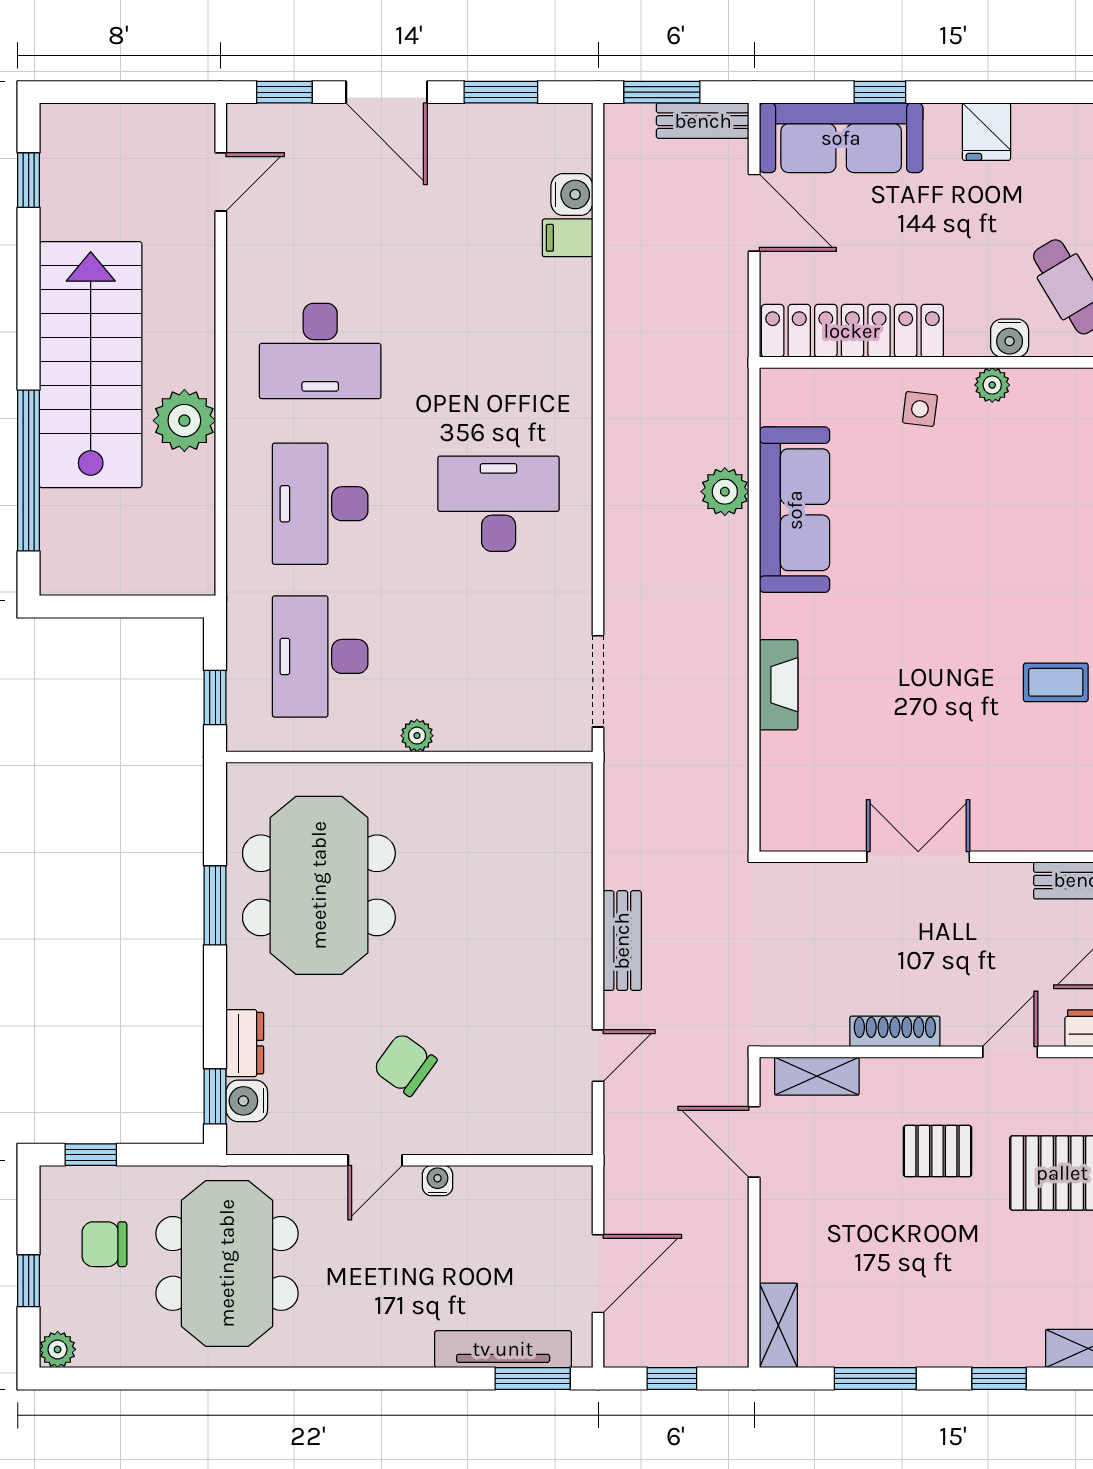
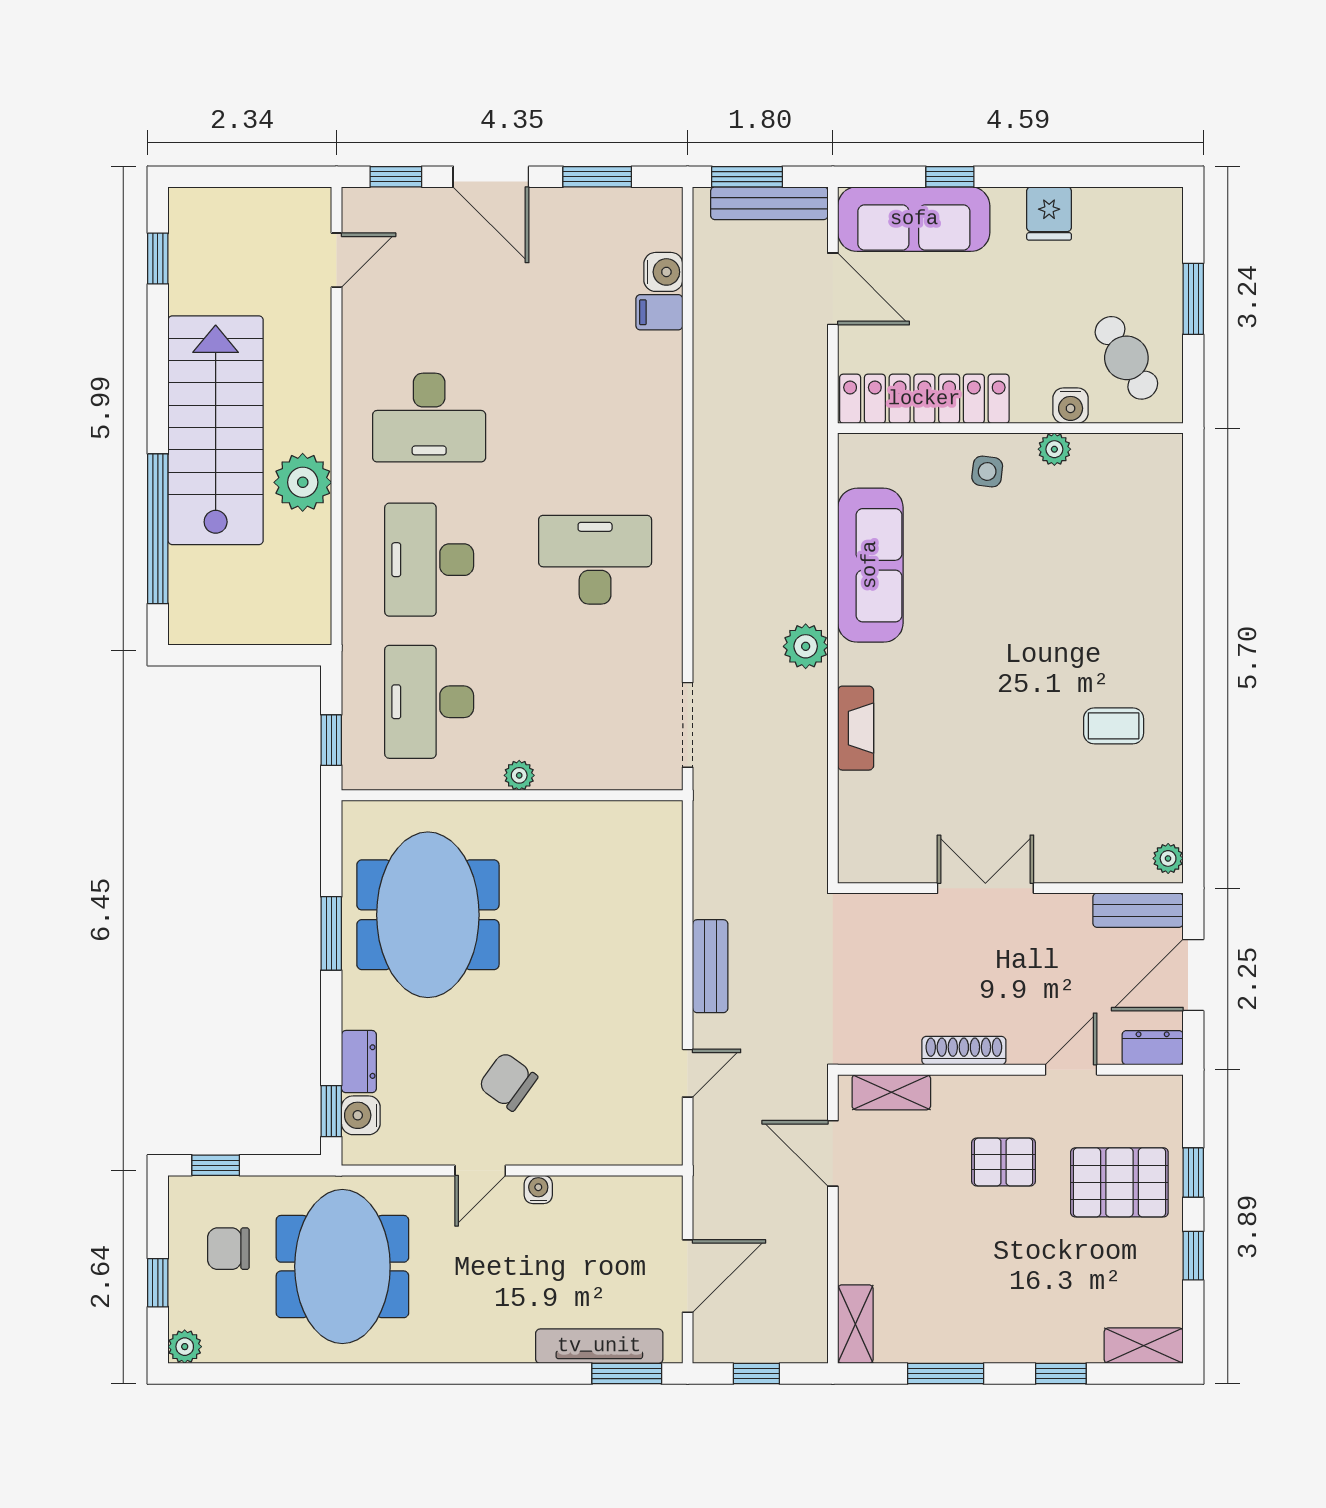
bench: (703, 121) -> (769, 203), width x1.36
plant: (725, 492) -> (806, 646), moved

